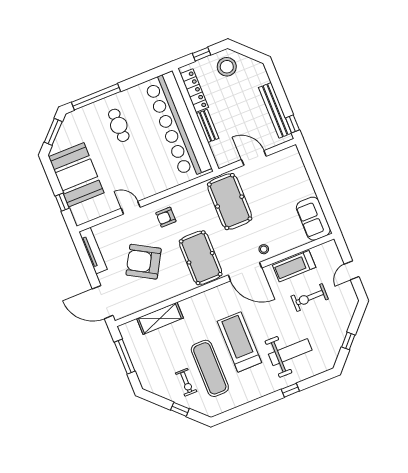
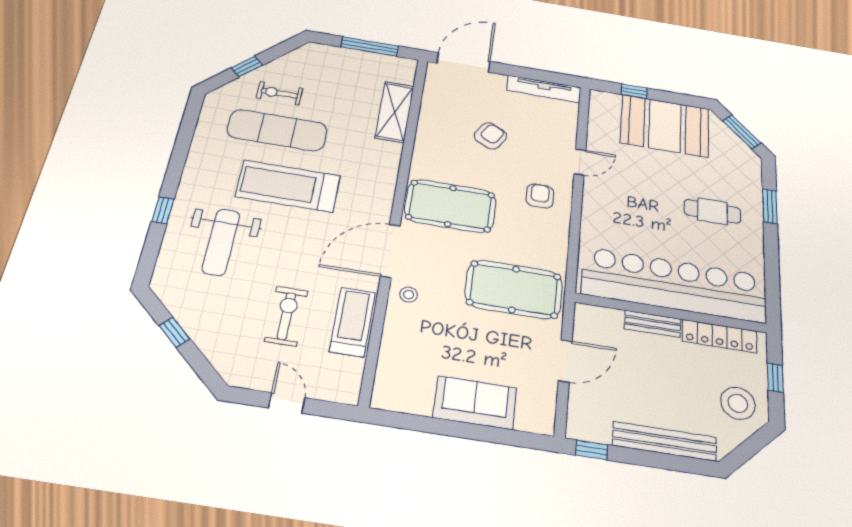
window: (96, 97) -> (770, 206), width x0.47
bench: (275, 110) -> (664, 441), moved
sofa: (313, 219) -> (475, 403), moved
armchair: (144, 262) -> (490, 136), width x0.53, depth x0.53
treadmill: (239, 342) -> (288, 186), turned 180

